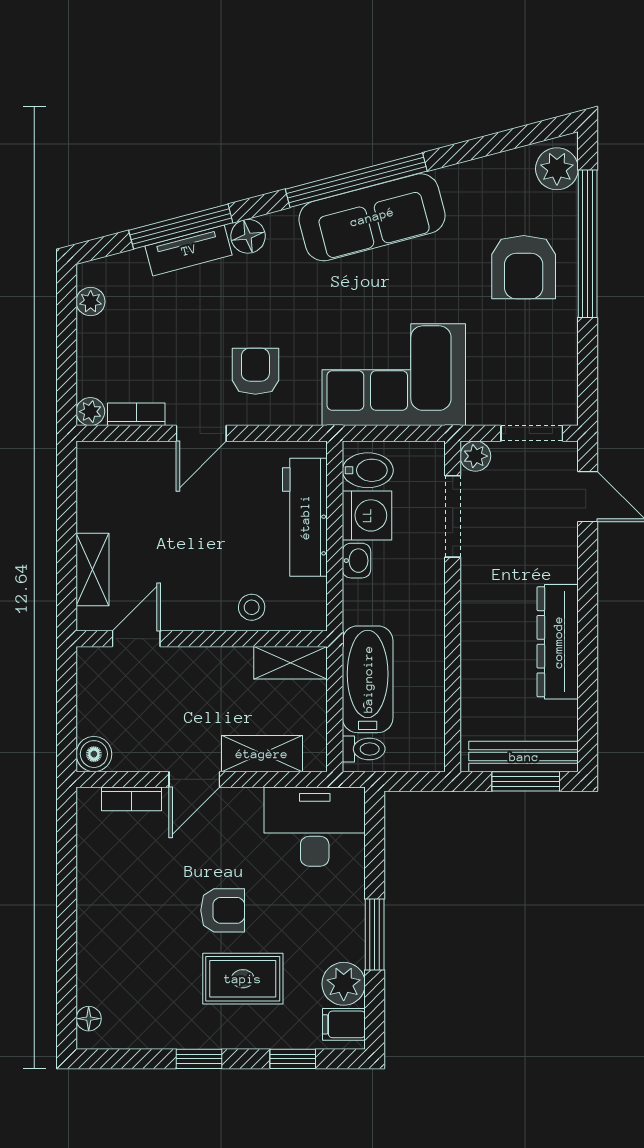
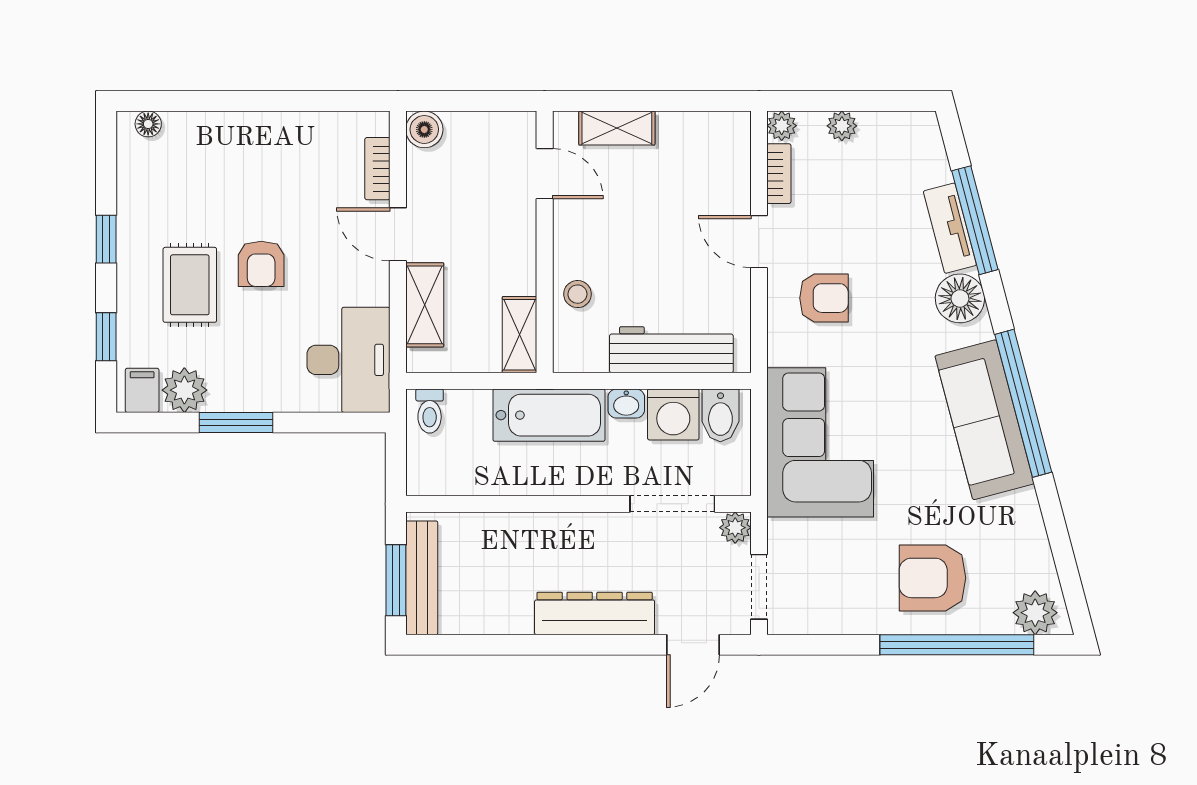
floor lamp: (248, 236) -> (960, 298), width x1.38, depth x1.38
plant: (91, 302) -> (842, 126), moved
dresser: (558, 642) -> (595, 613), moved
bathtub: (368, 679) -> (549, 415), moved

